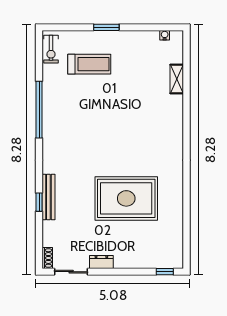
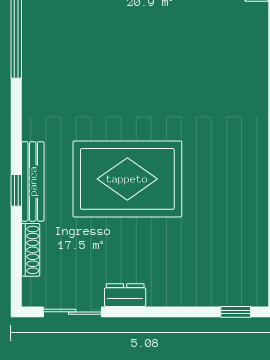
rug: (126, 198) -> (127, 179), moved
shoe rack: (47, 258) -> (31, 250), moved, width x1.43

